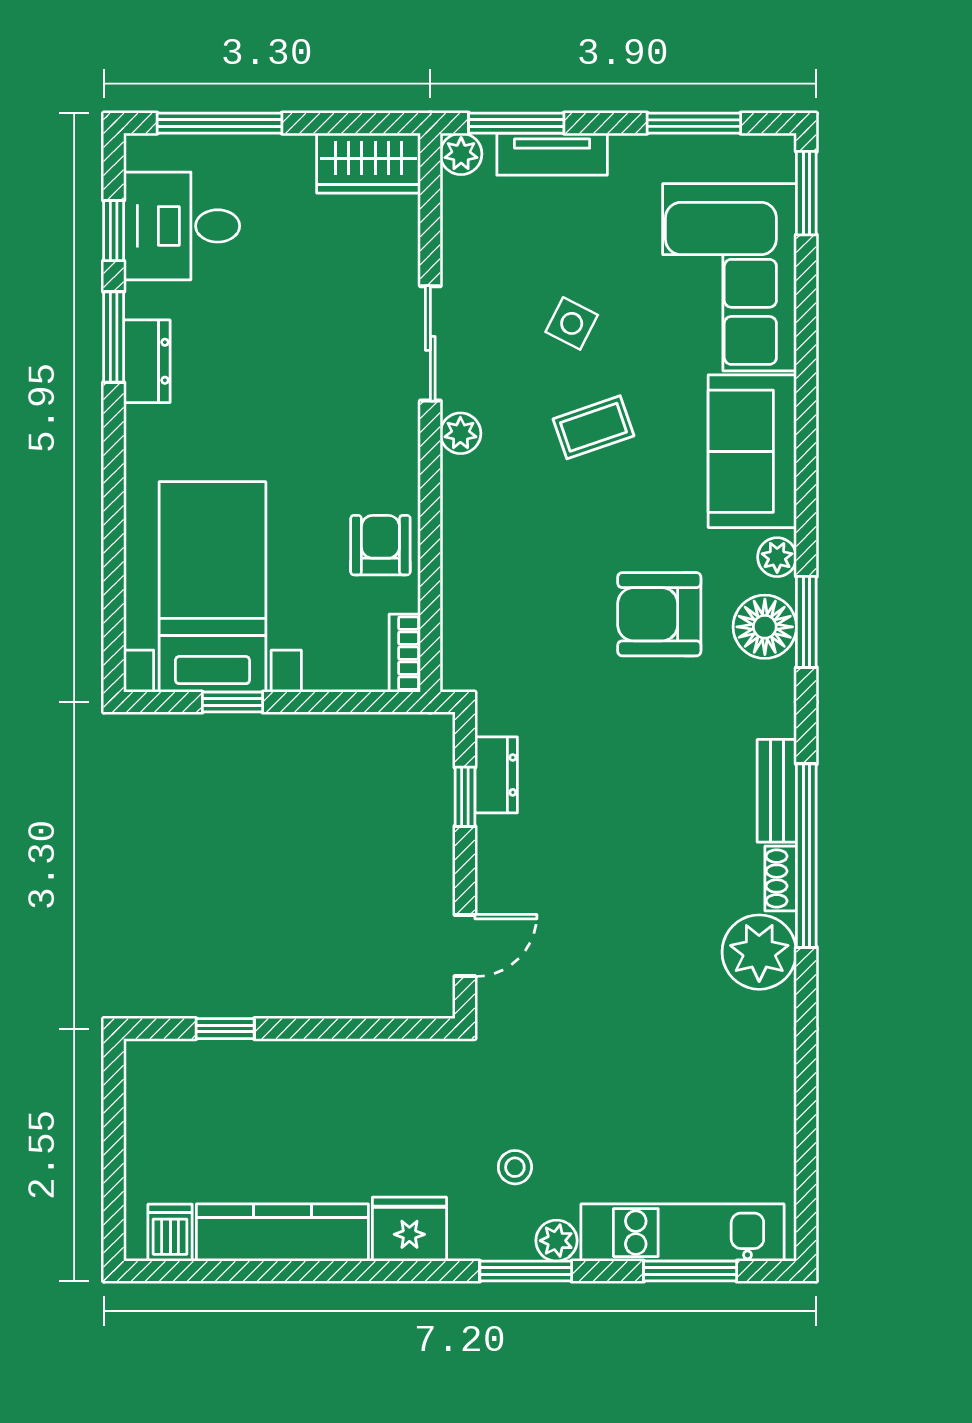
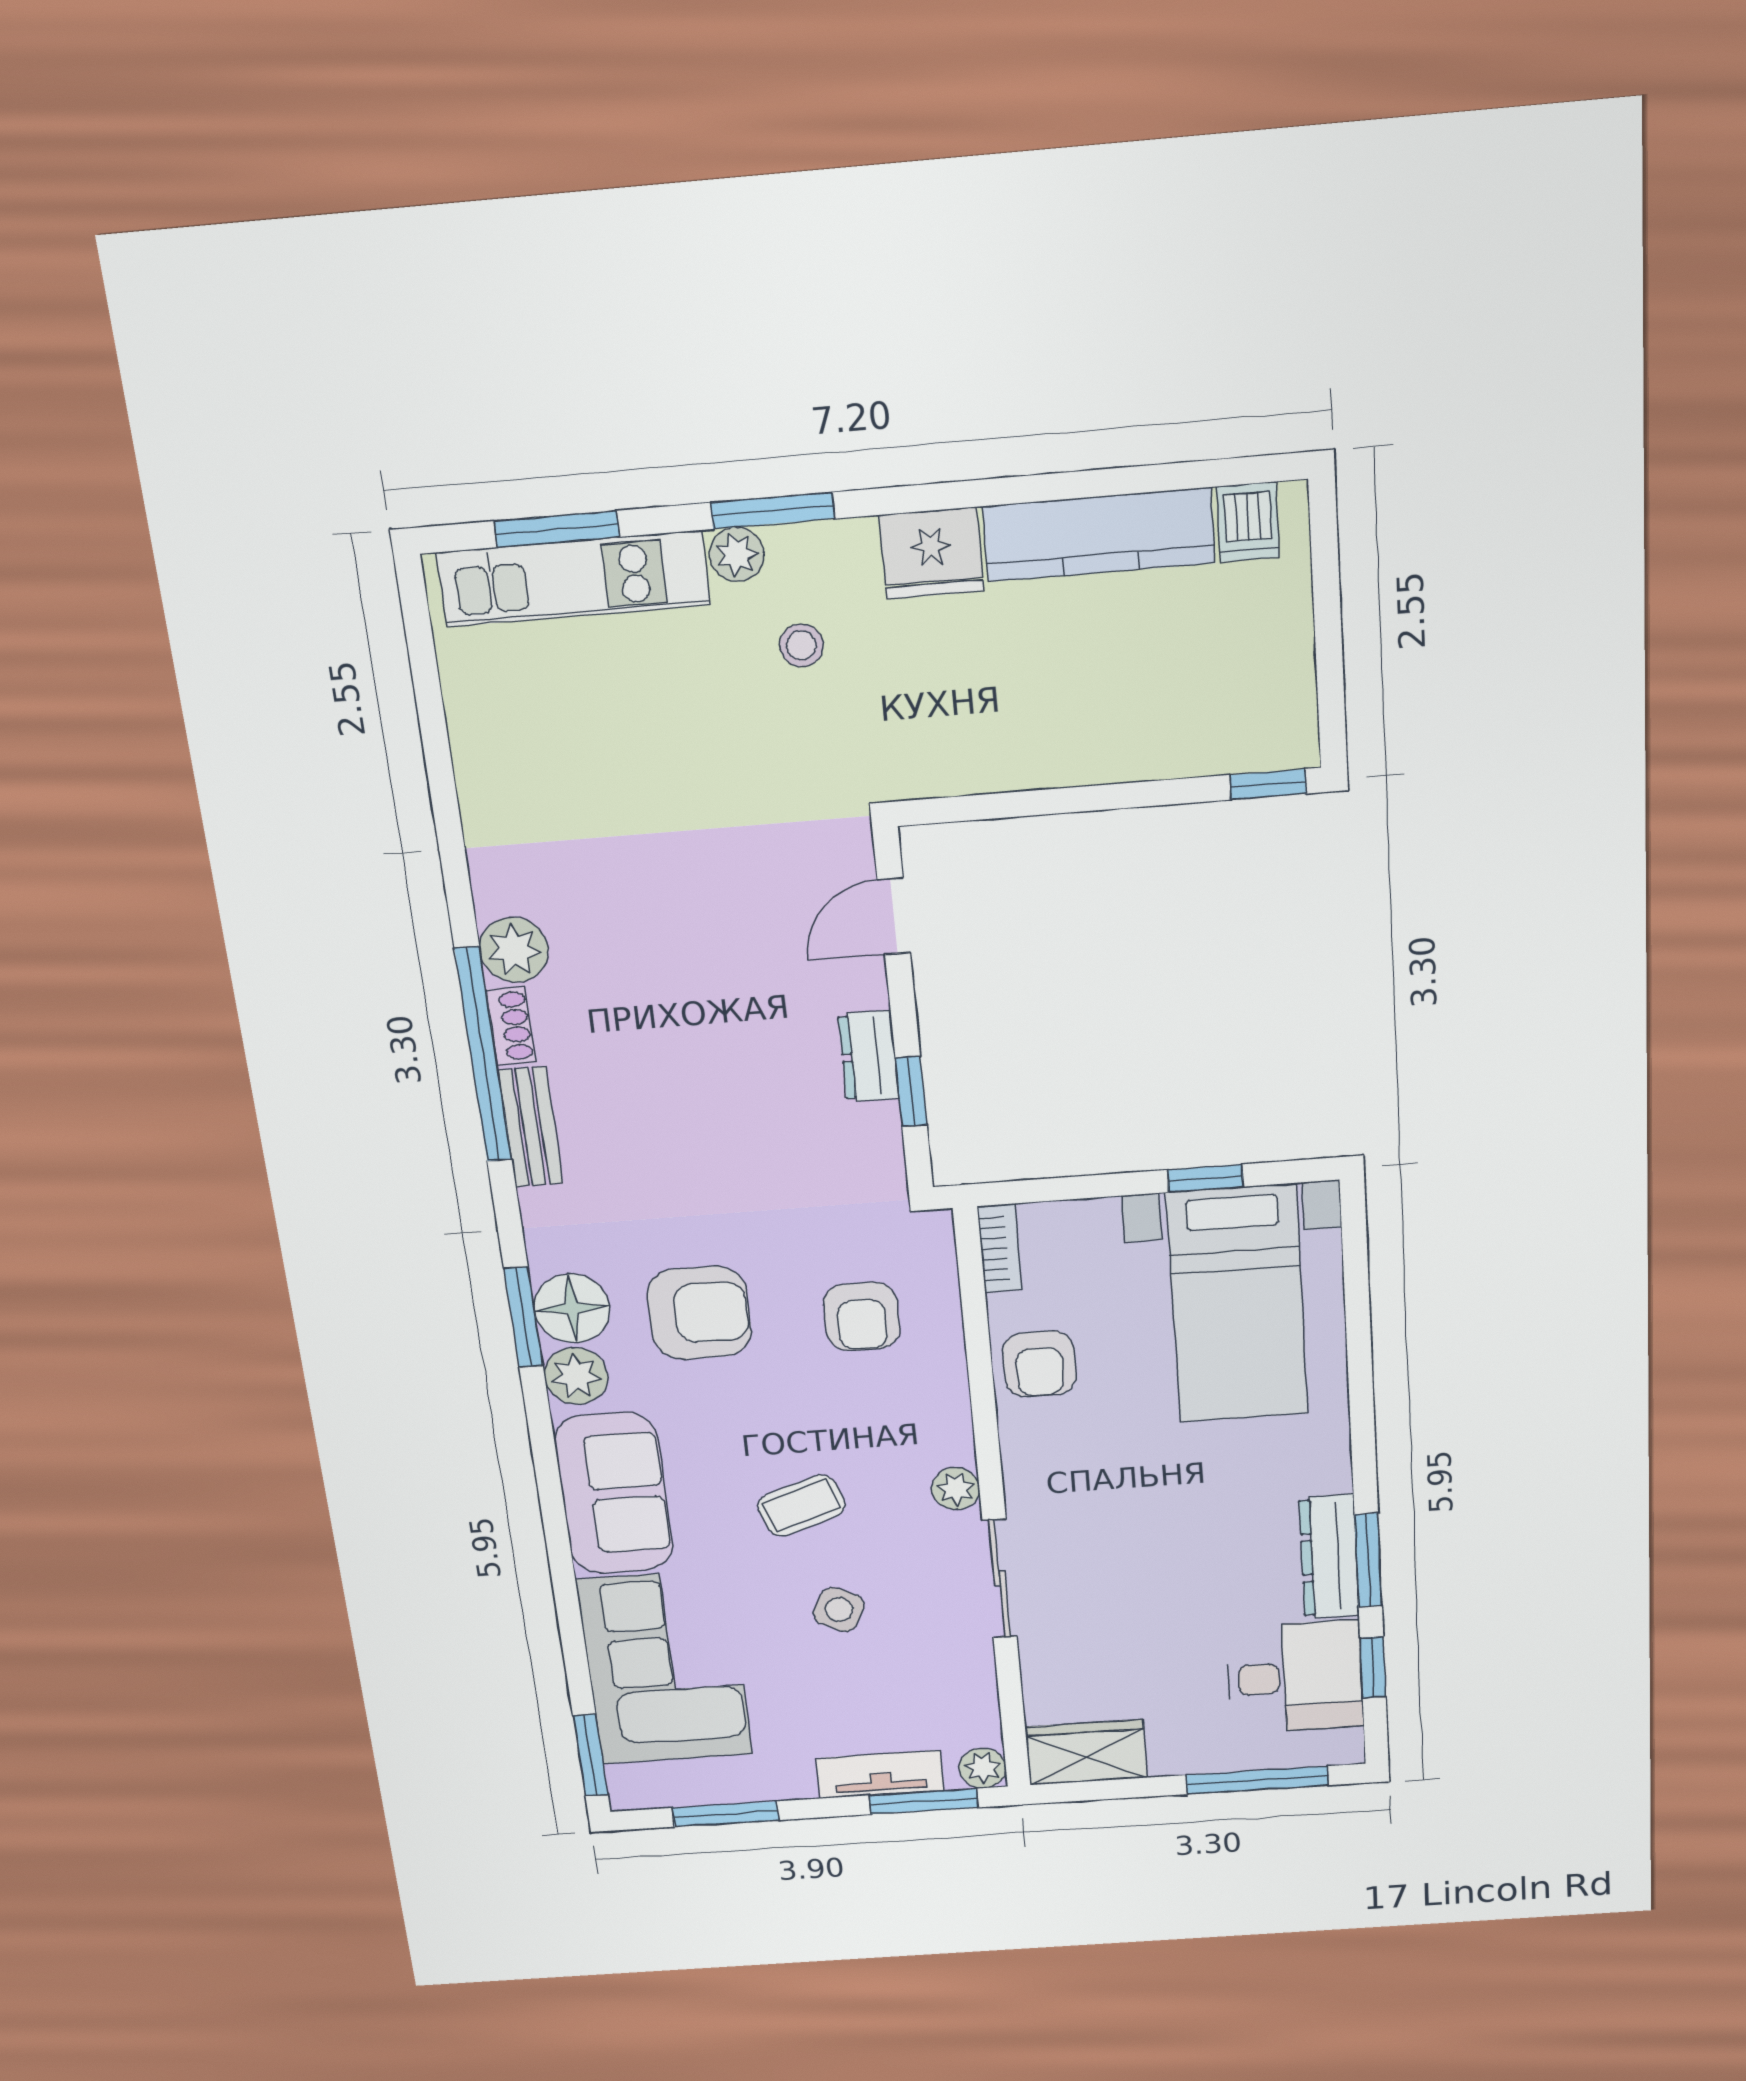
dresser: (147, 361) -> (1329, 1557), width x1.44
plant: (777, 557) -> (576, 1376), width x1.38, depth x1.38
armchair: (525, 600) -> (862, 1316), added
dresser: (496, 775) -> (869, 1056), moved
plant: (759, 952) -> (514, 950), width x0.73, depth x0.73
window: (225, 1029) -> (1268, 784), moved

